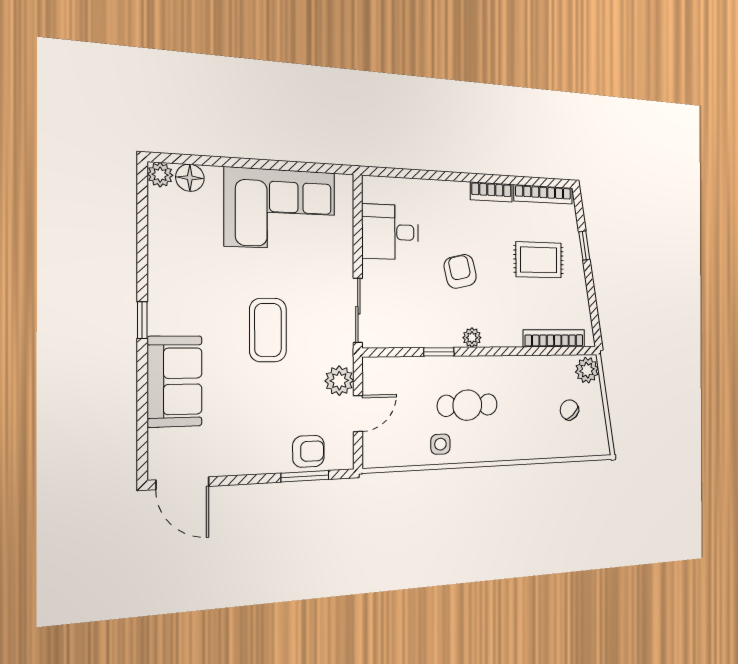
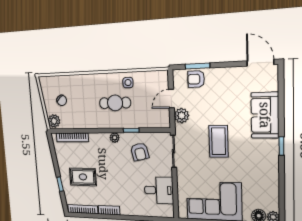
armchair: (460, 271) -> (140, 152), moved

